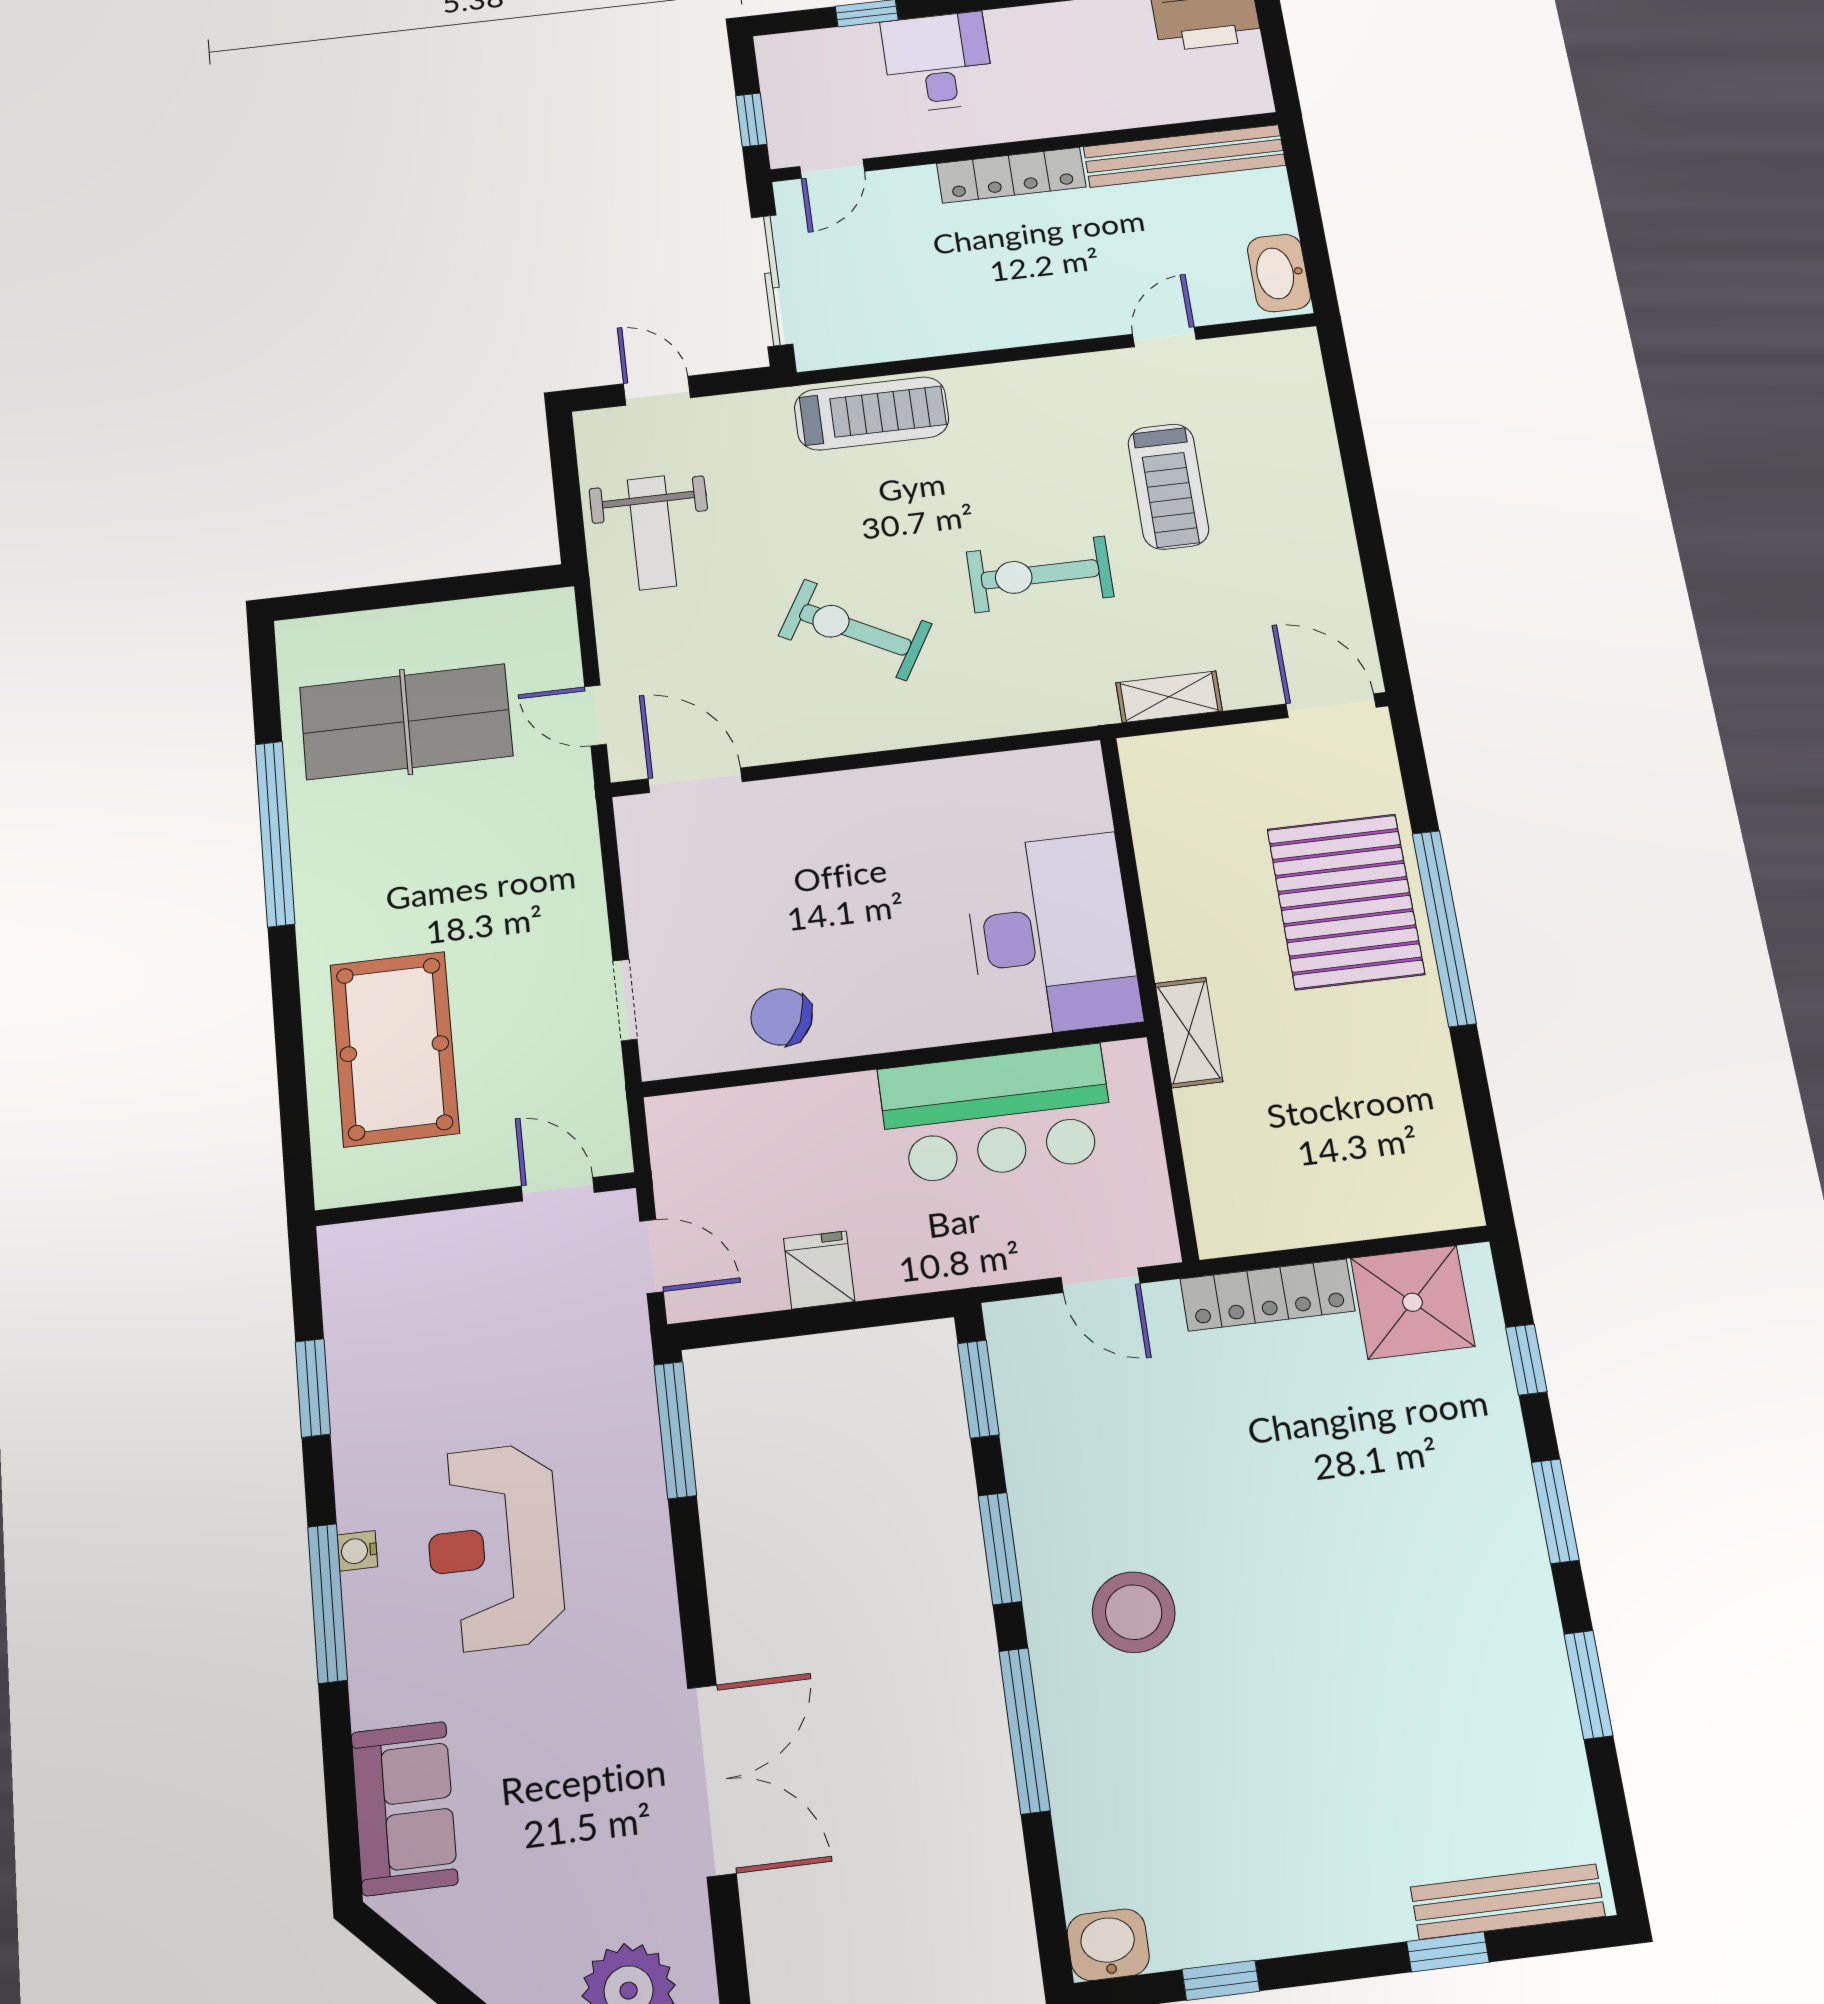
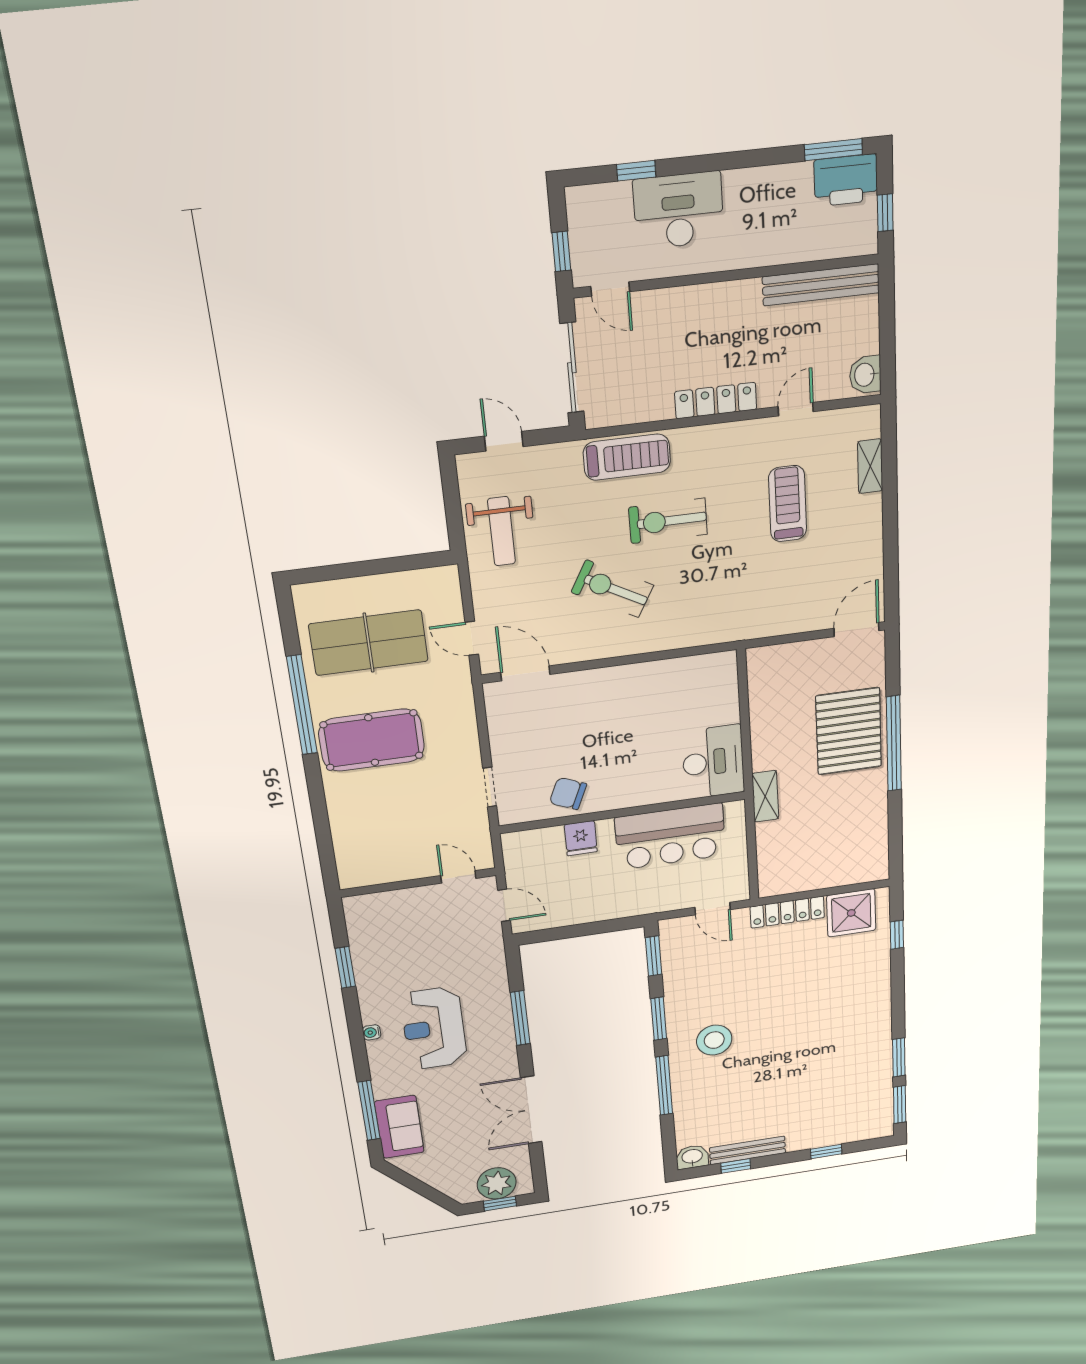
window: (1278, 56) -> (885, 213), added
desk: (938, 62) -> (679, 210), width x1.37
door: (832, 169) -> (610, 289), hinge flipped
locker: (1011, 175) -> (716, 401), moved, turned 180
washbasin: (1279, 273) -> (865, 375), width x0.72
treadmill: (1168, 486) -> (788, 504), turned 180
exercise bike: (1040, 574) -> (668, 521), moved
shelving: (1169, 697) -> (870, 466), moved, turned 90
door: (1331, 706) -> (856, 630), hinge flipped
desk: (1051, 935) -> (713, 762), width x0.73, depth x0.77
pool table: (394, 1049) -> (372, 740), moved, turned 90
fridge: (819, 1270) -> (581, 838), moved, turned 180
window: (675, 1430) -> (520, 1018), moved
window: (1555, 1511) -> (900, 1105), moved
window: (327, 1603) -> (369, 1110), moved
double door: (712, 1780) -> (531, 1110), swing flipped
bench: (1508, 1902) -> (748, 1150), moved

